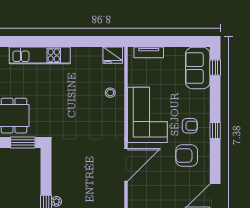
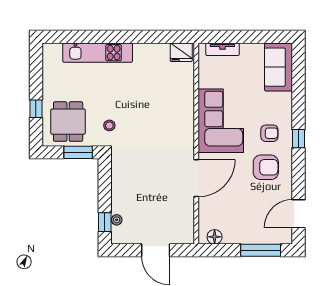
window: (215, 68) -> (298, 67), removed
stool: (110, 93) -> (109, 125), moved
armchair: (187, 156) -> (266, 167), turned 180

